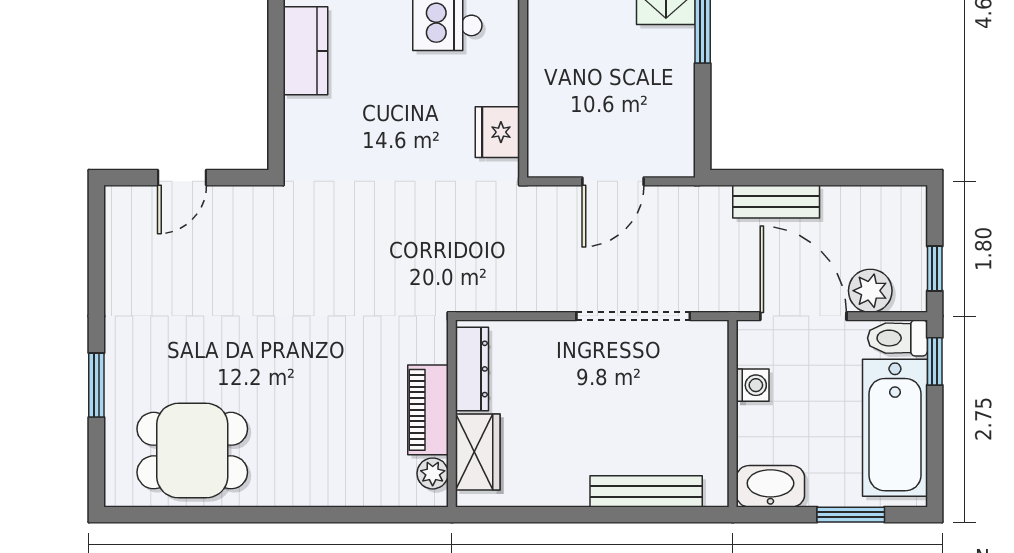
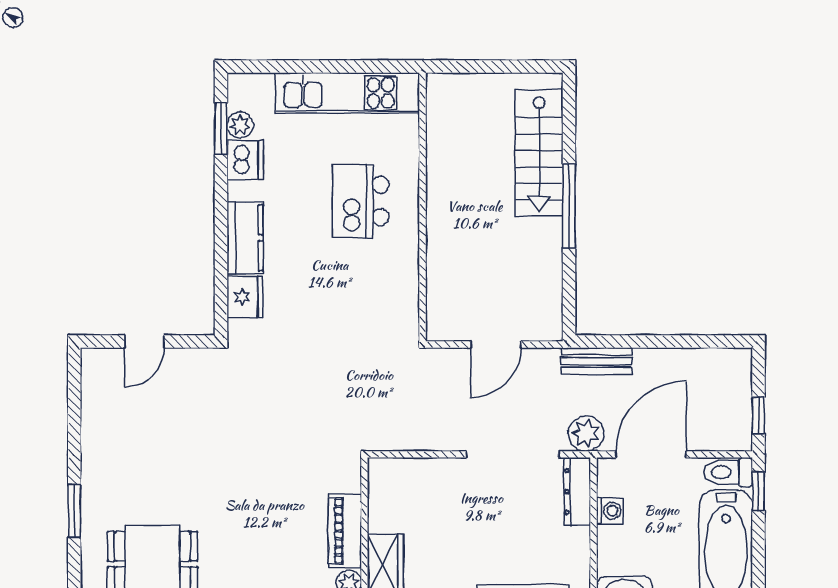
fridge: (497, 132) -> (245, 297), moved, turned 180
bench: (776, 202) -> (596, 361), moved
plant: (870, 291) -> (586, 434), moved
door: (803, 316) -> (651, 454), hinge flipped
dresser: (472, 369) -> (577, 492), moved, turned 180

